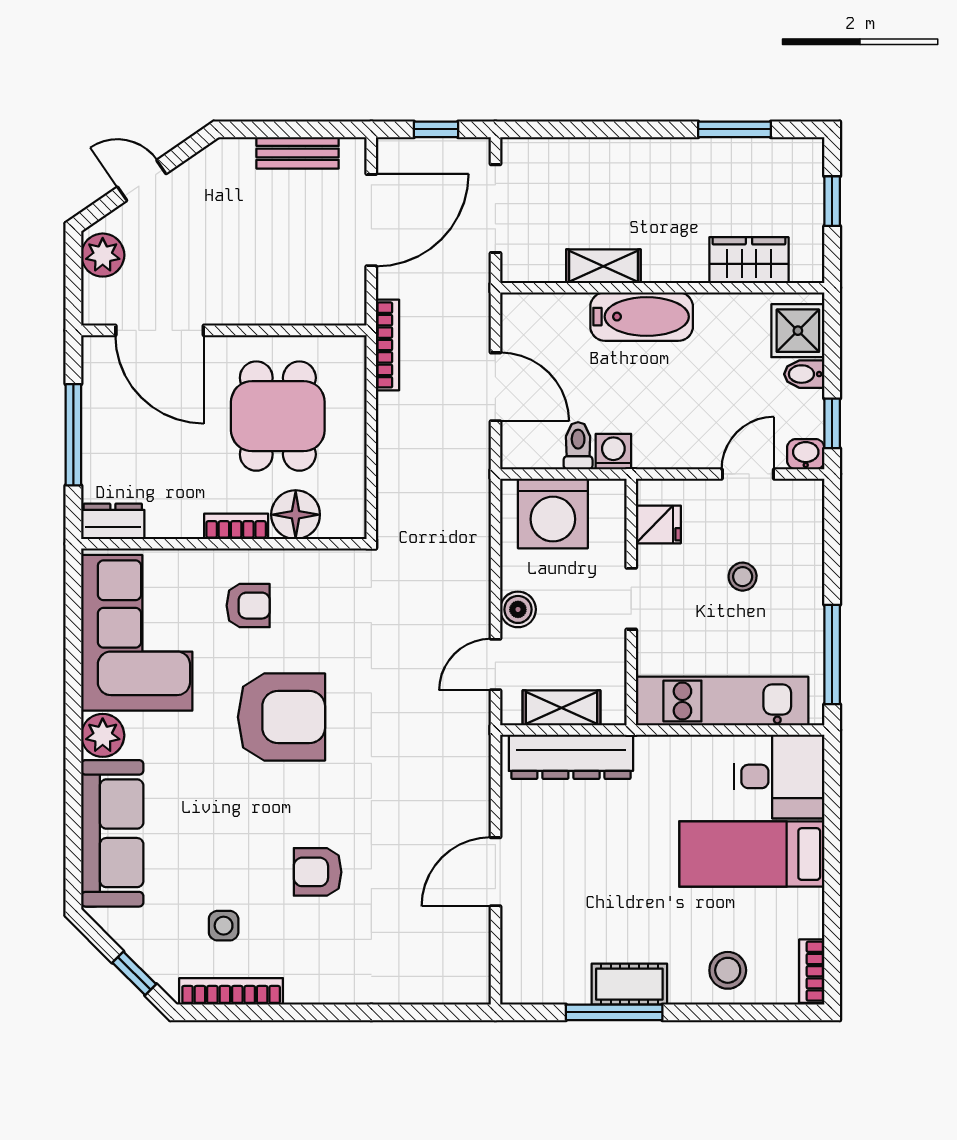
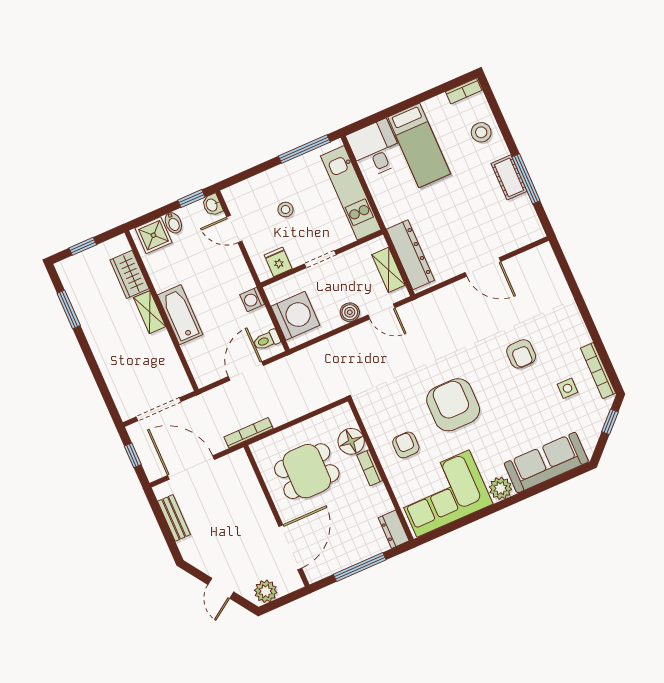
shelving: (603, 266) -> (150, 312), moved
toilet: (578, 446) -> (267, 340), moved

